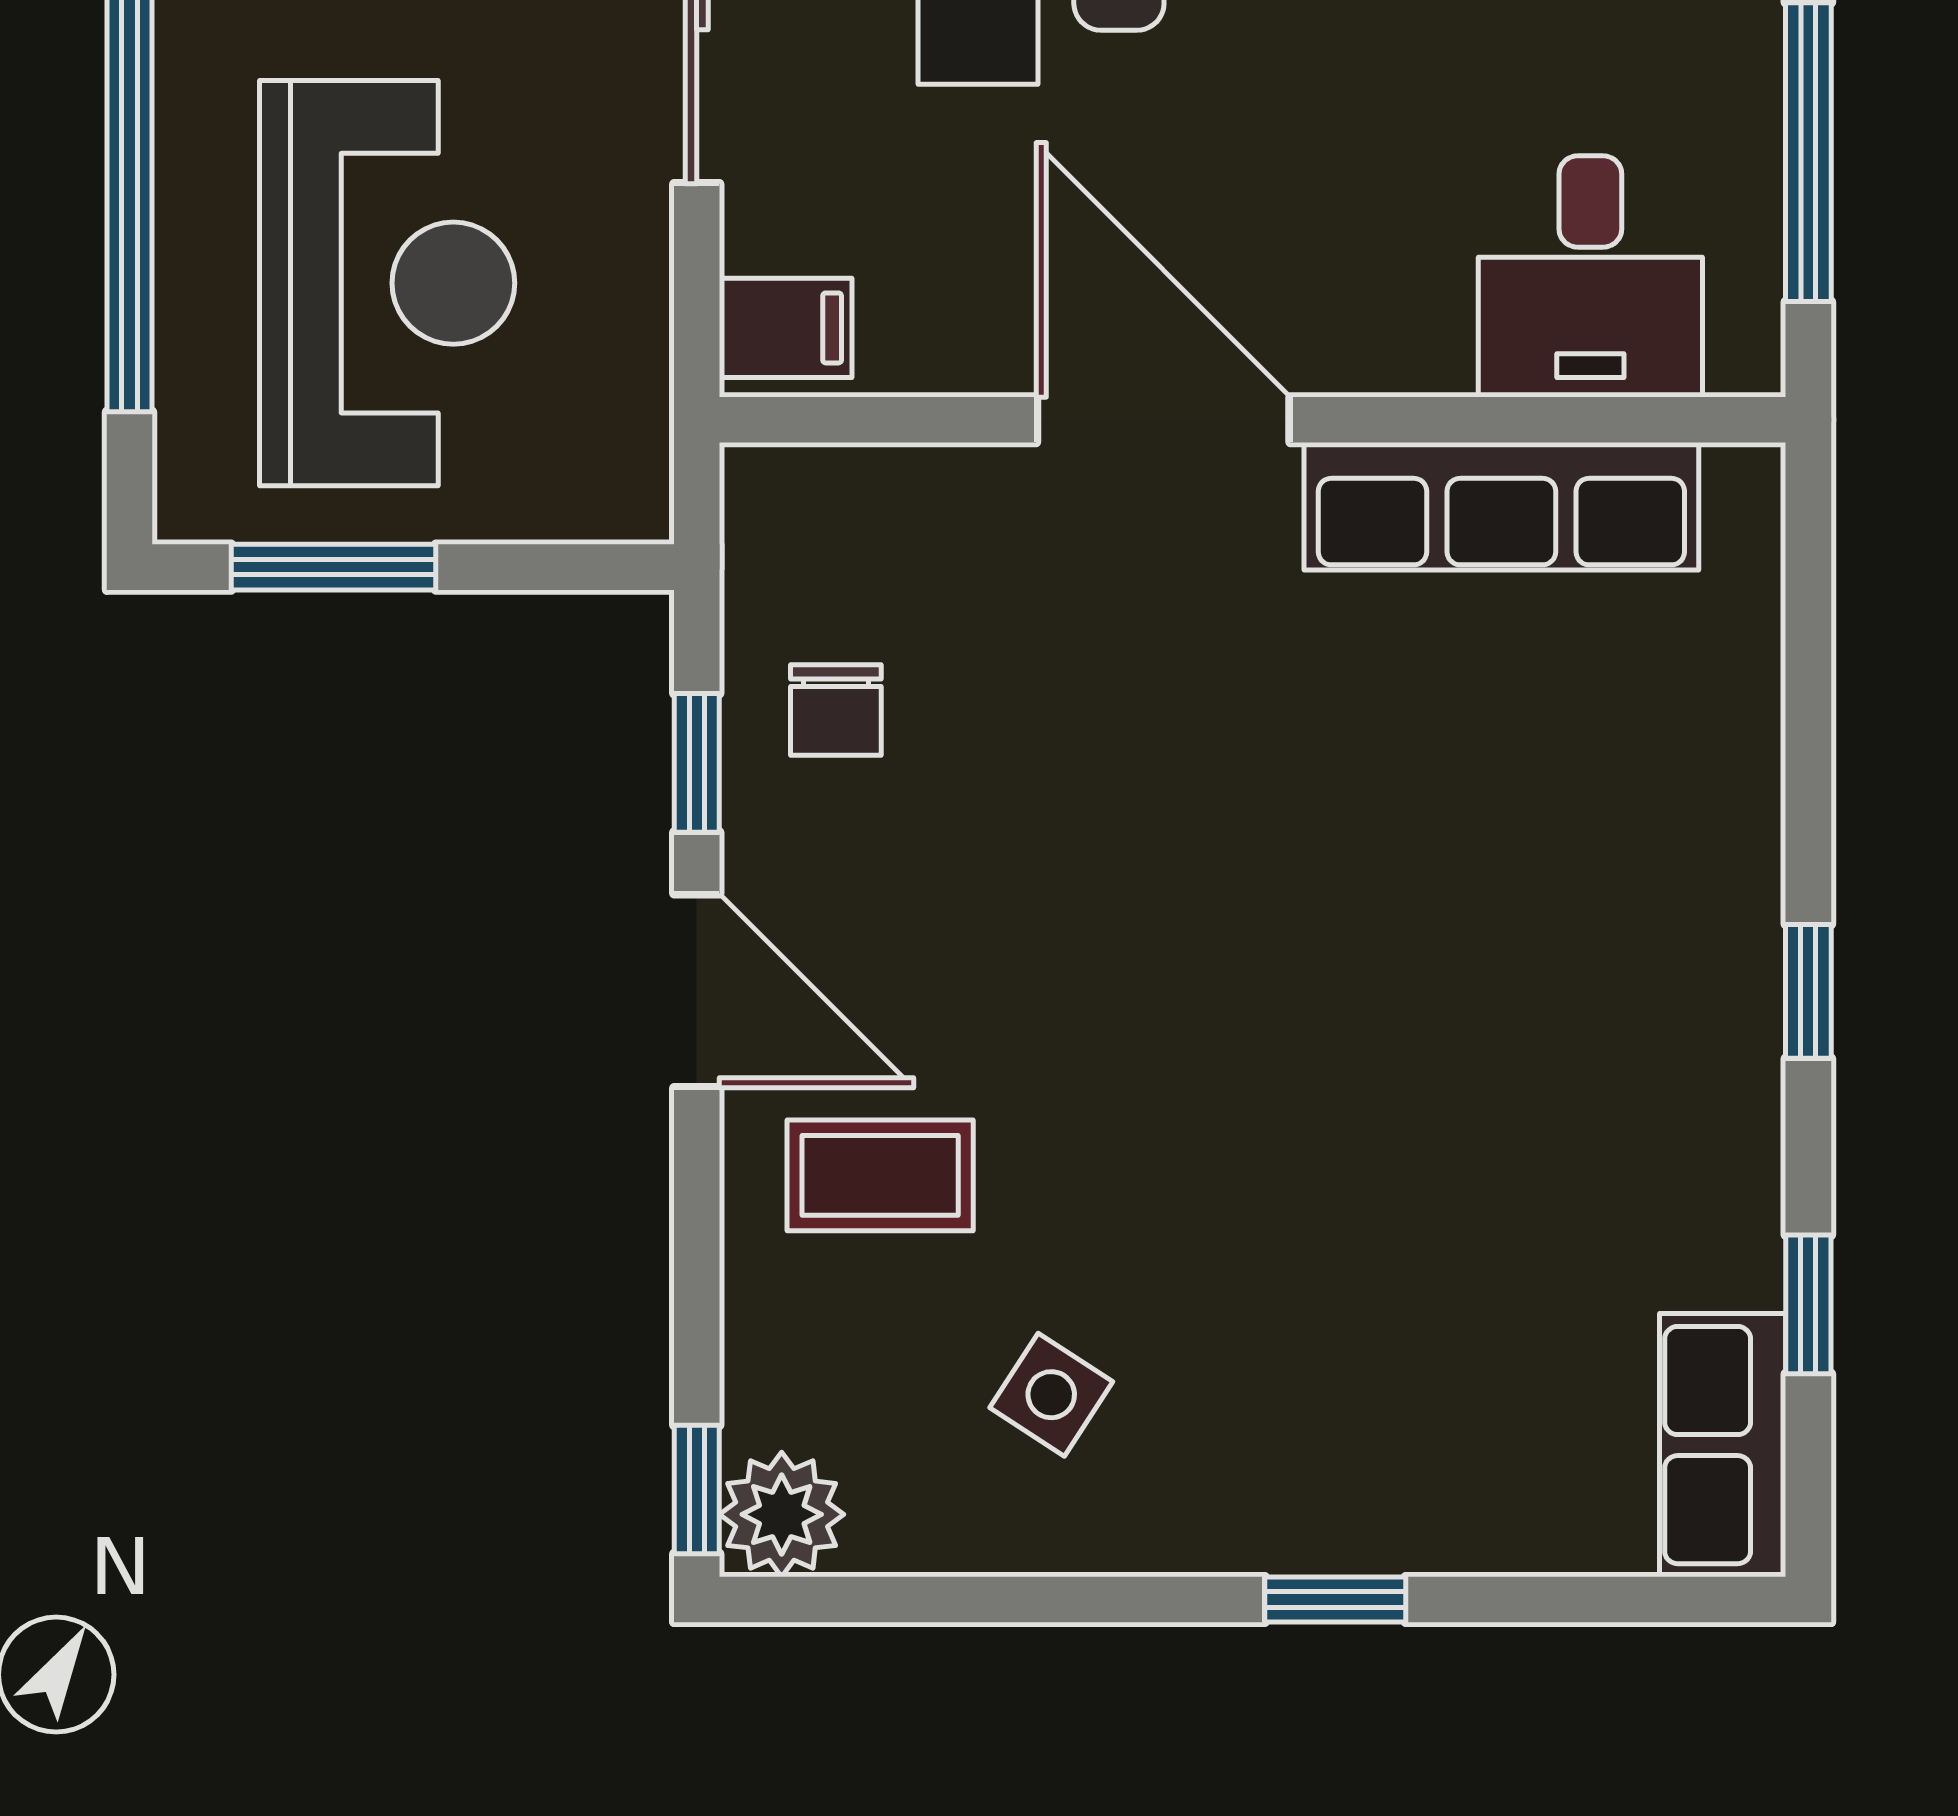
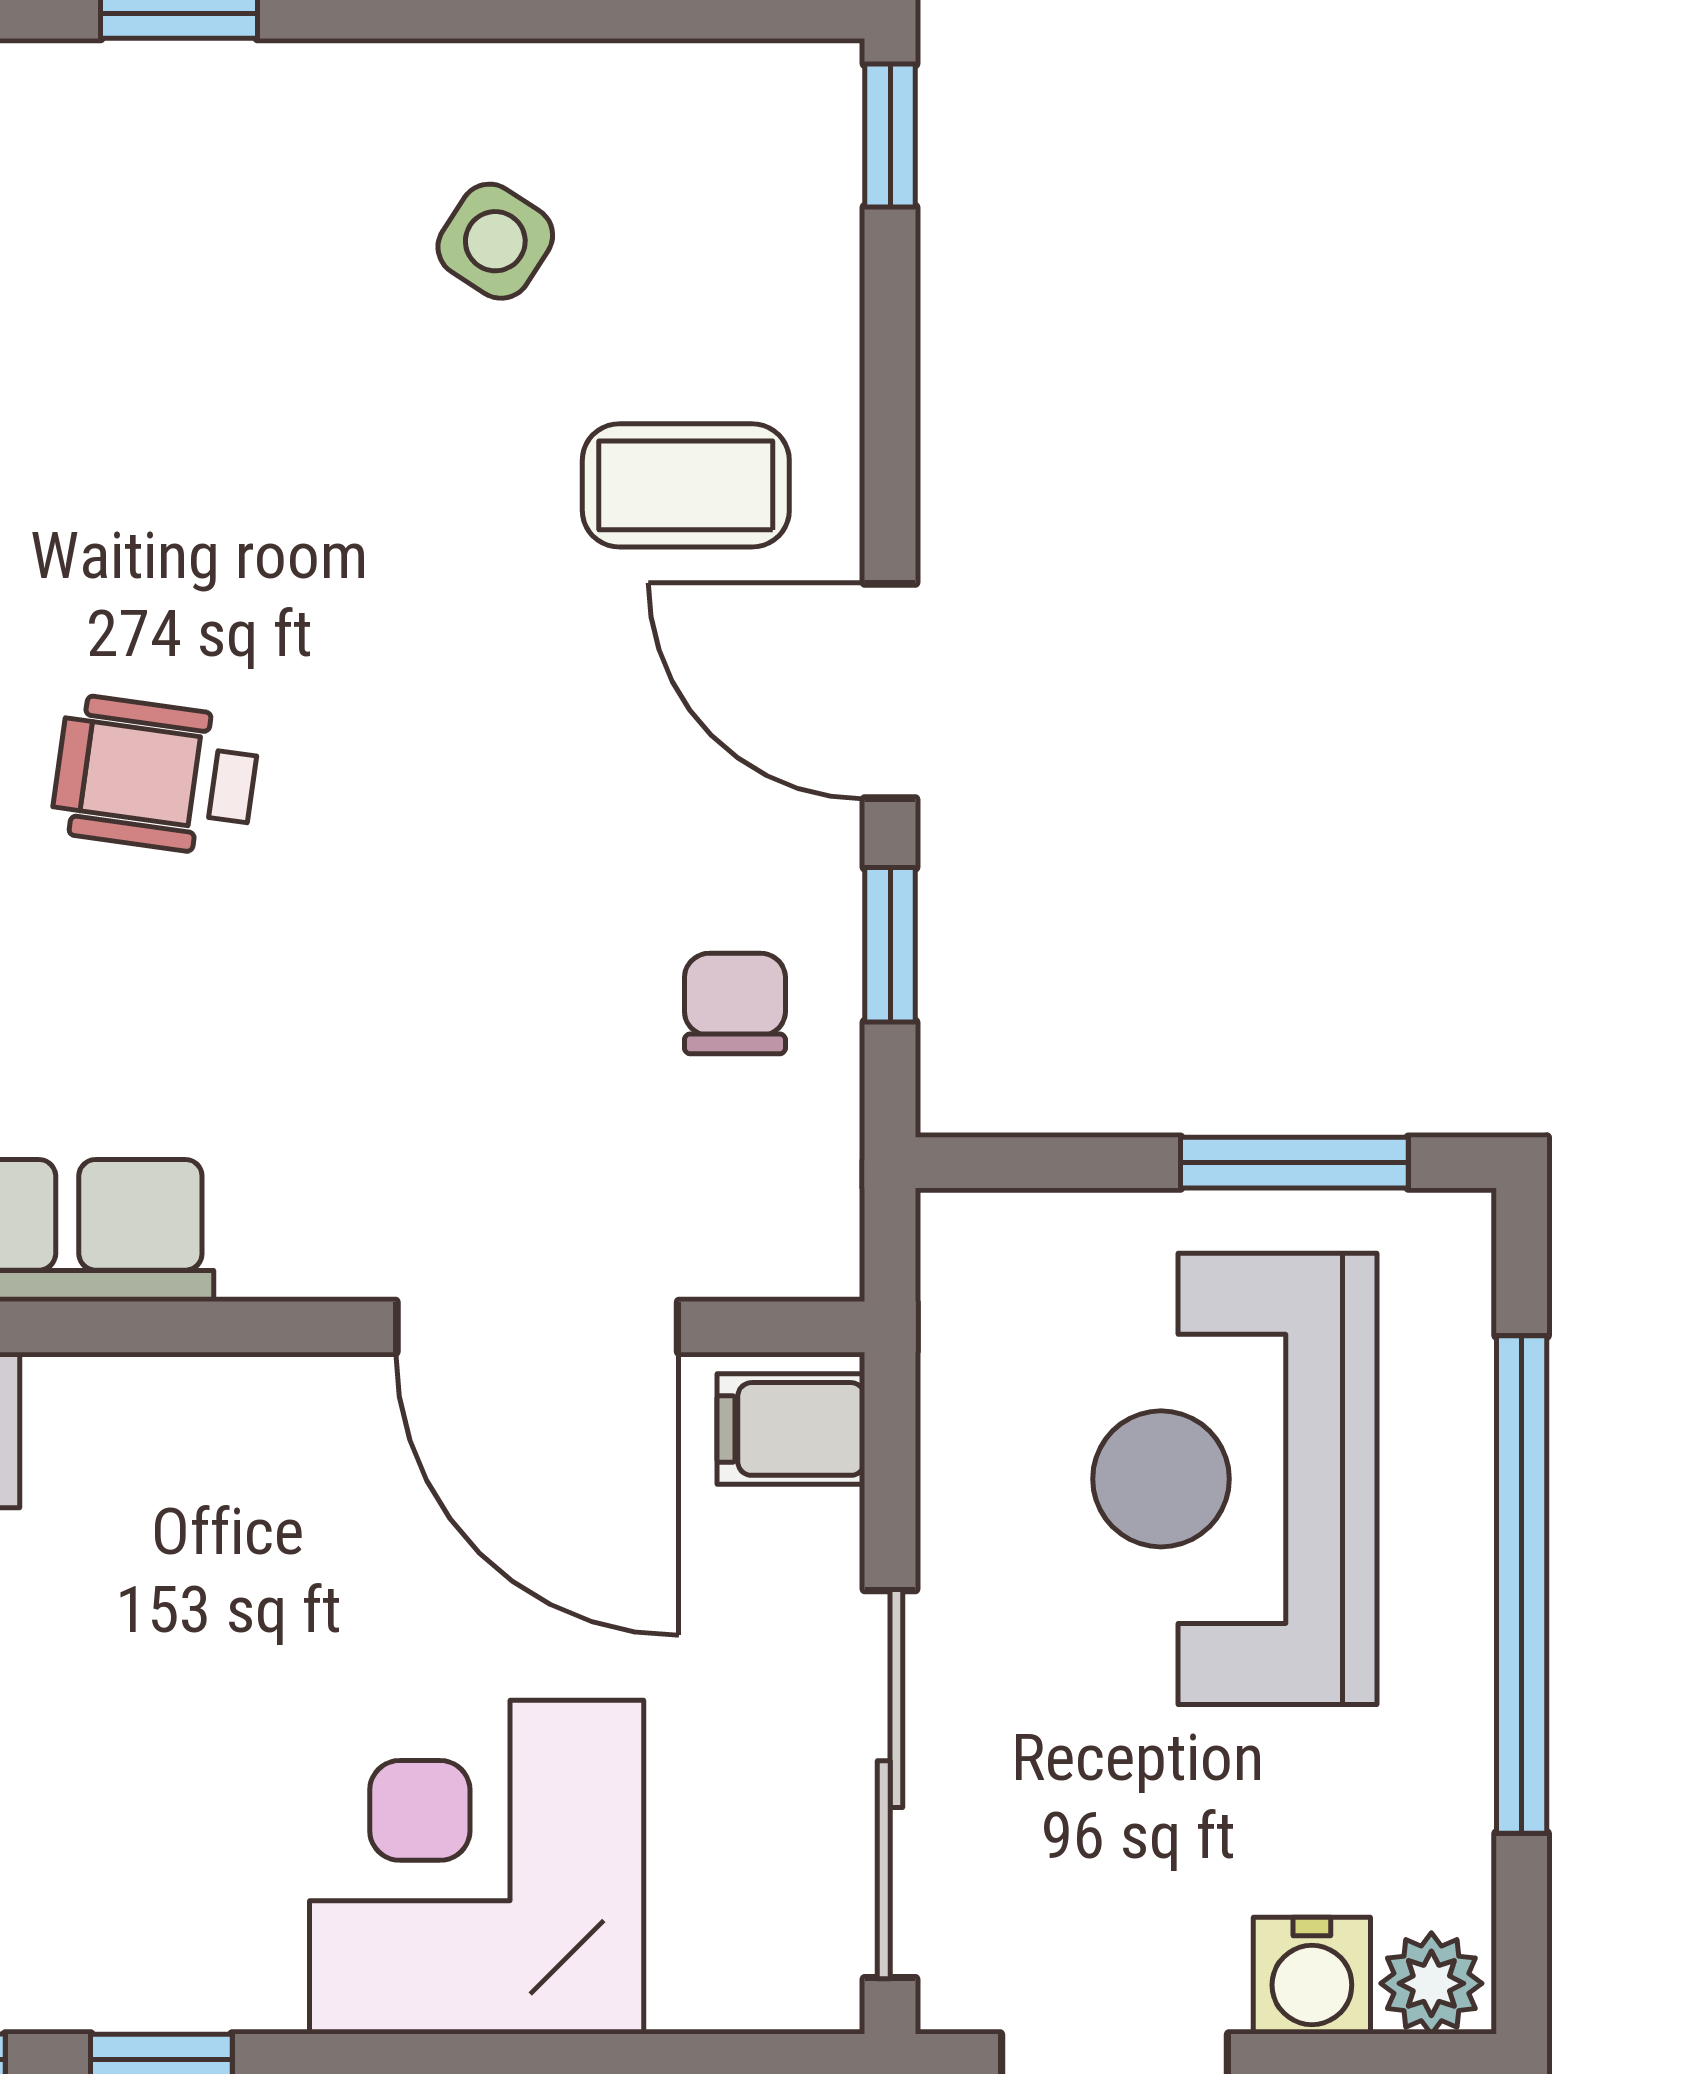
door: (1163, 420) -> (537, 1327), moved
wheelchair: (1356, 914) -> (155, 776), added
plant: (782, 1514) -> (795, 108), removed

